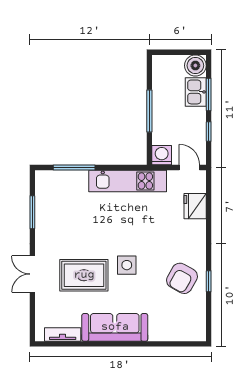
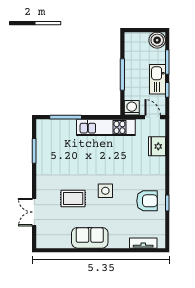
kitchen sink: (196, 92) -> (157, 79), moved, width x1.38
double door: (32, 274) -> (34, 212), moved
rug: (84, 275) -> (73, 198), width x0.73, depth x0.70
armchair: (182, 278) -> (147, 201), turned -119
sofa: (115, 327) -> (90, 238), width x0.73
tv unit: (63, 334) -> (143, 243), moved

